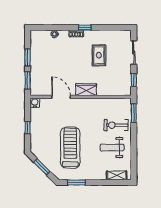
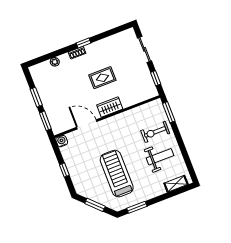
rug: (99, 55) -> (102, 78), moved, turned 90
weight bench: (112, 148) -> (160, 157), turned 180

